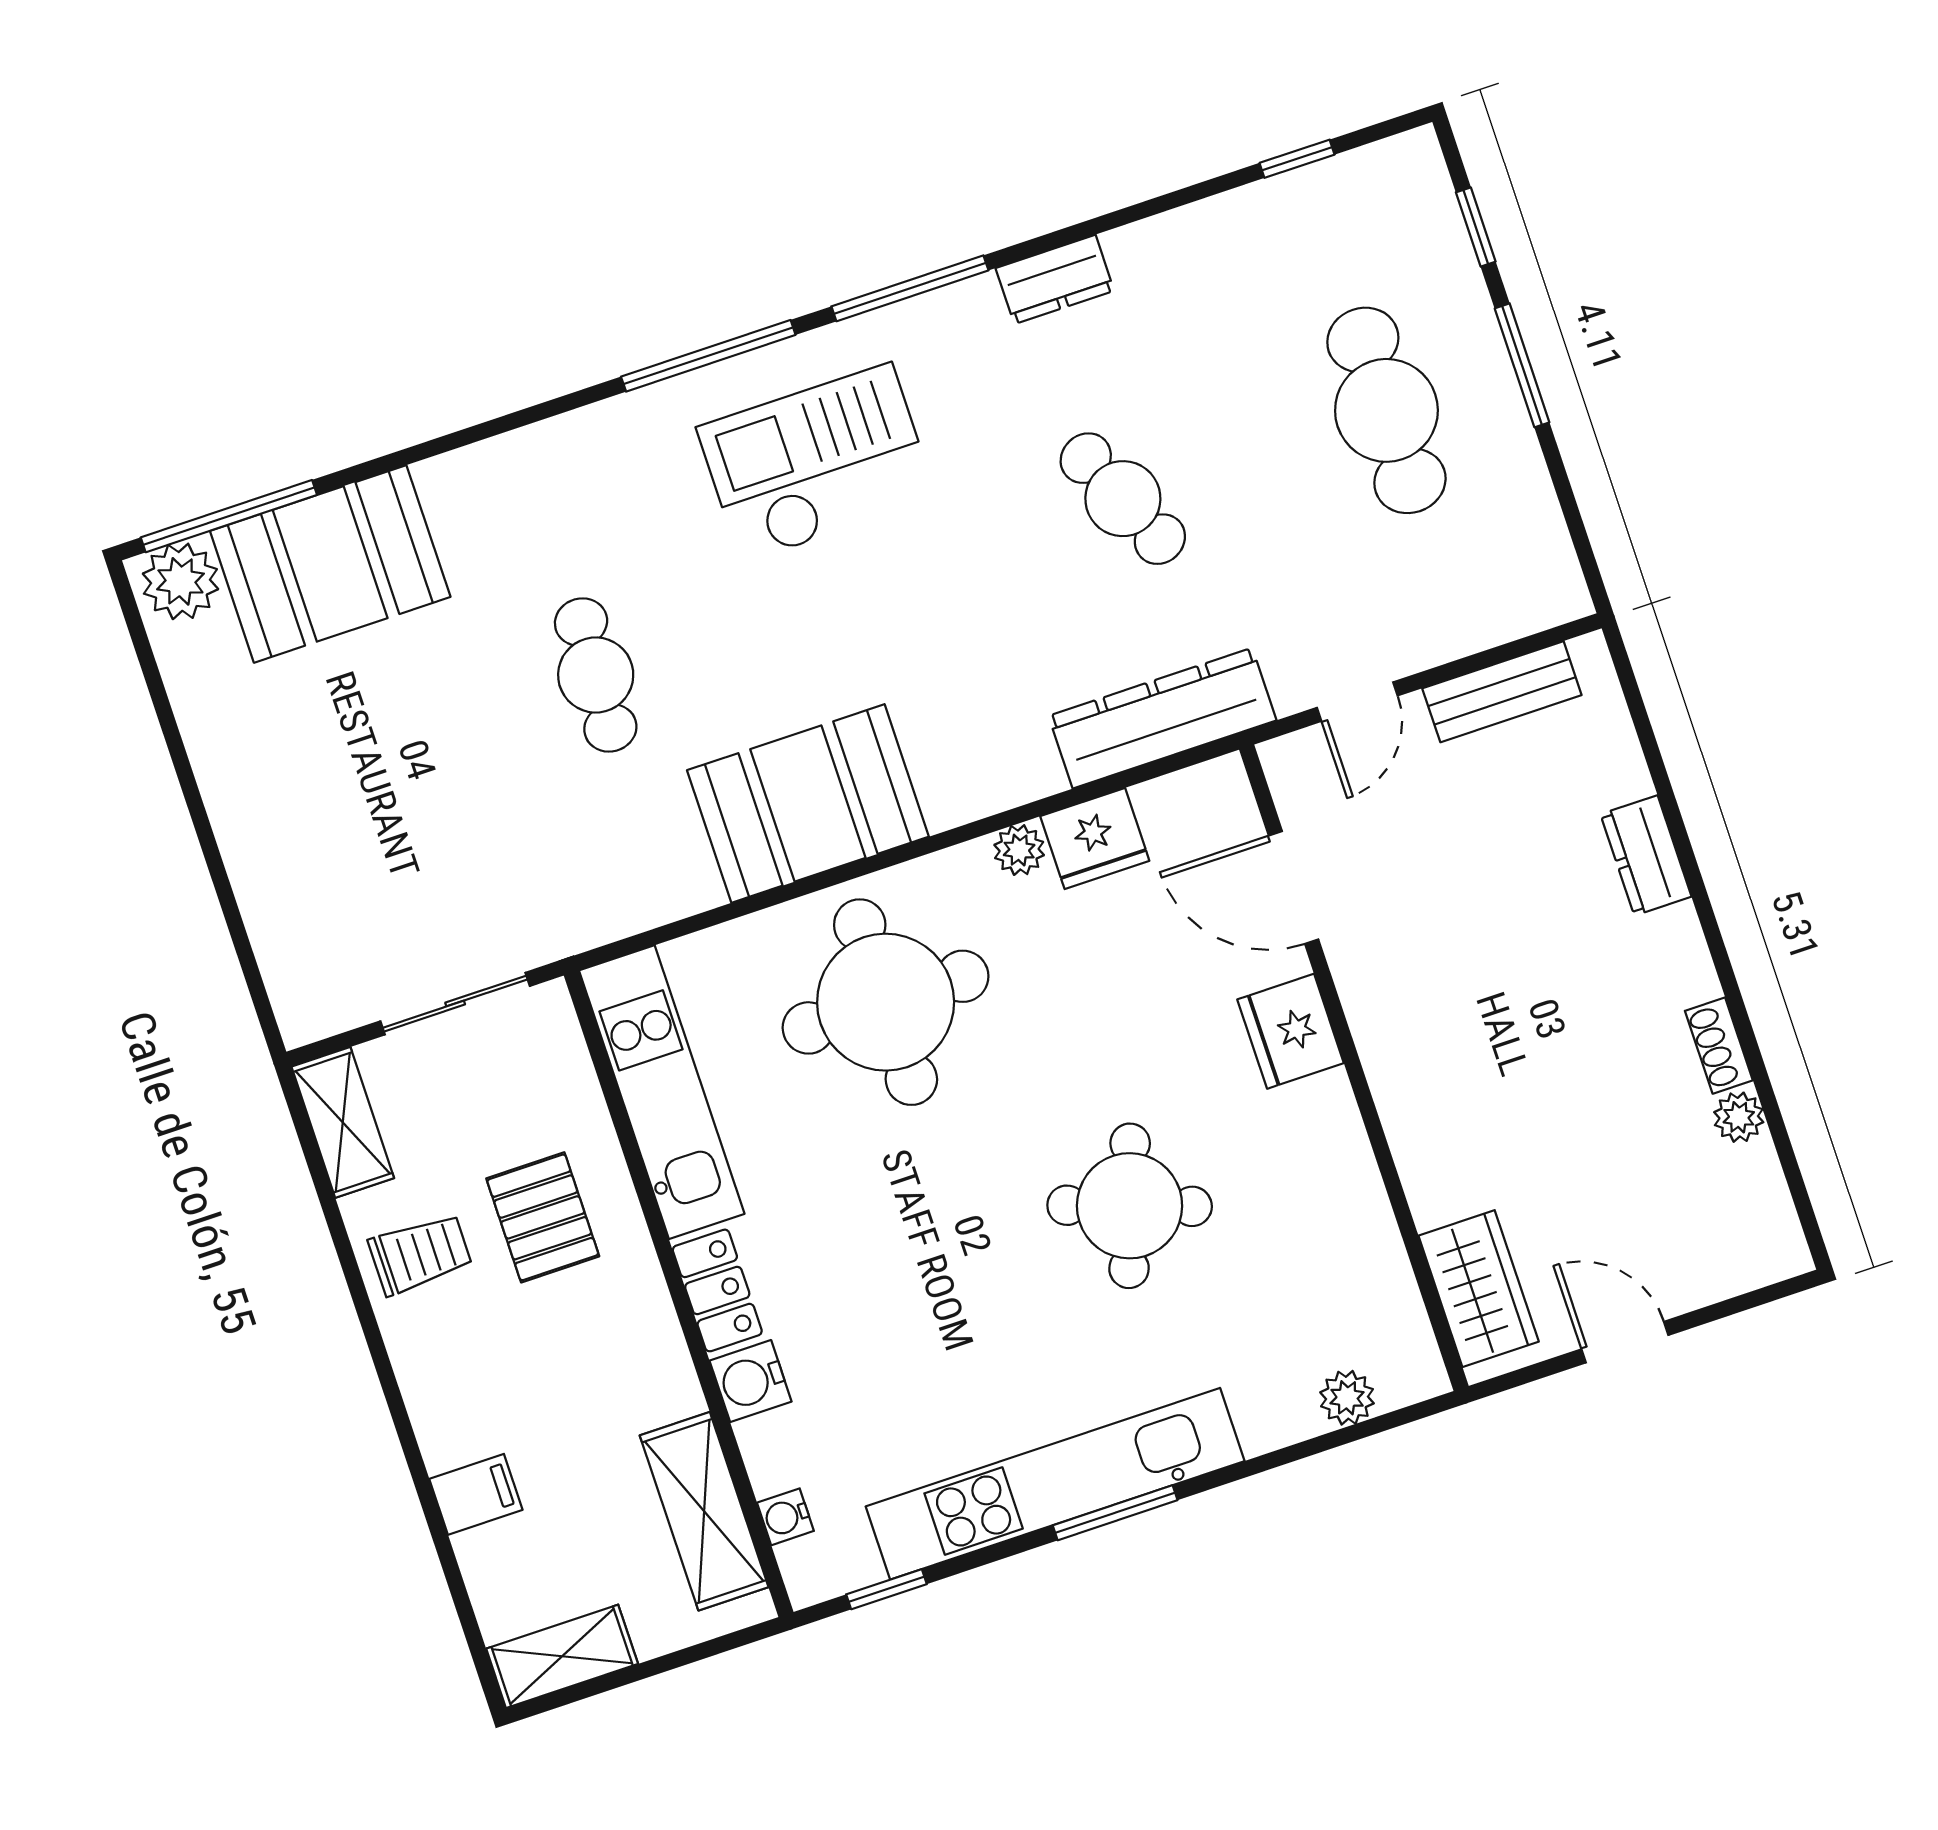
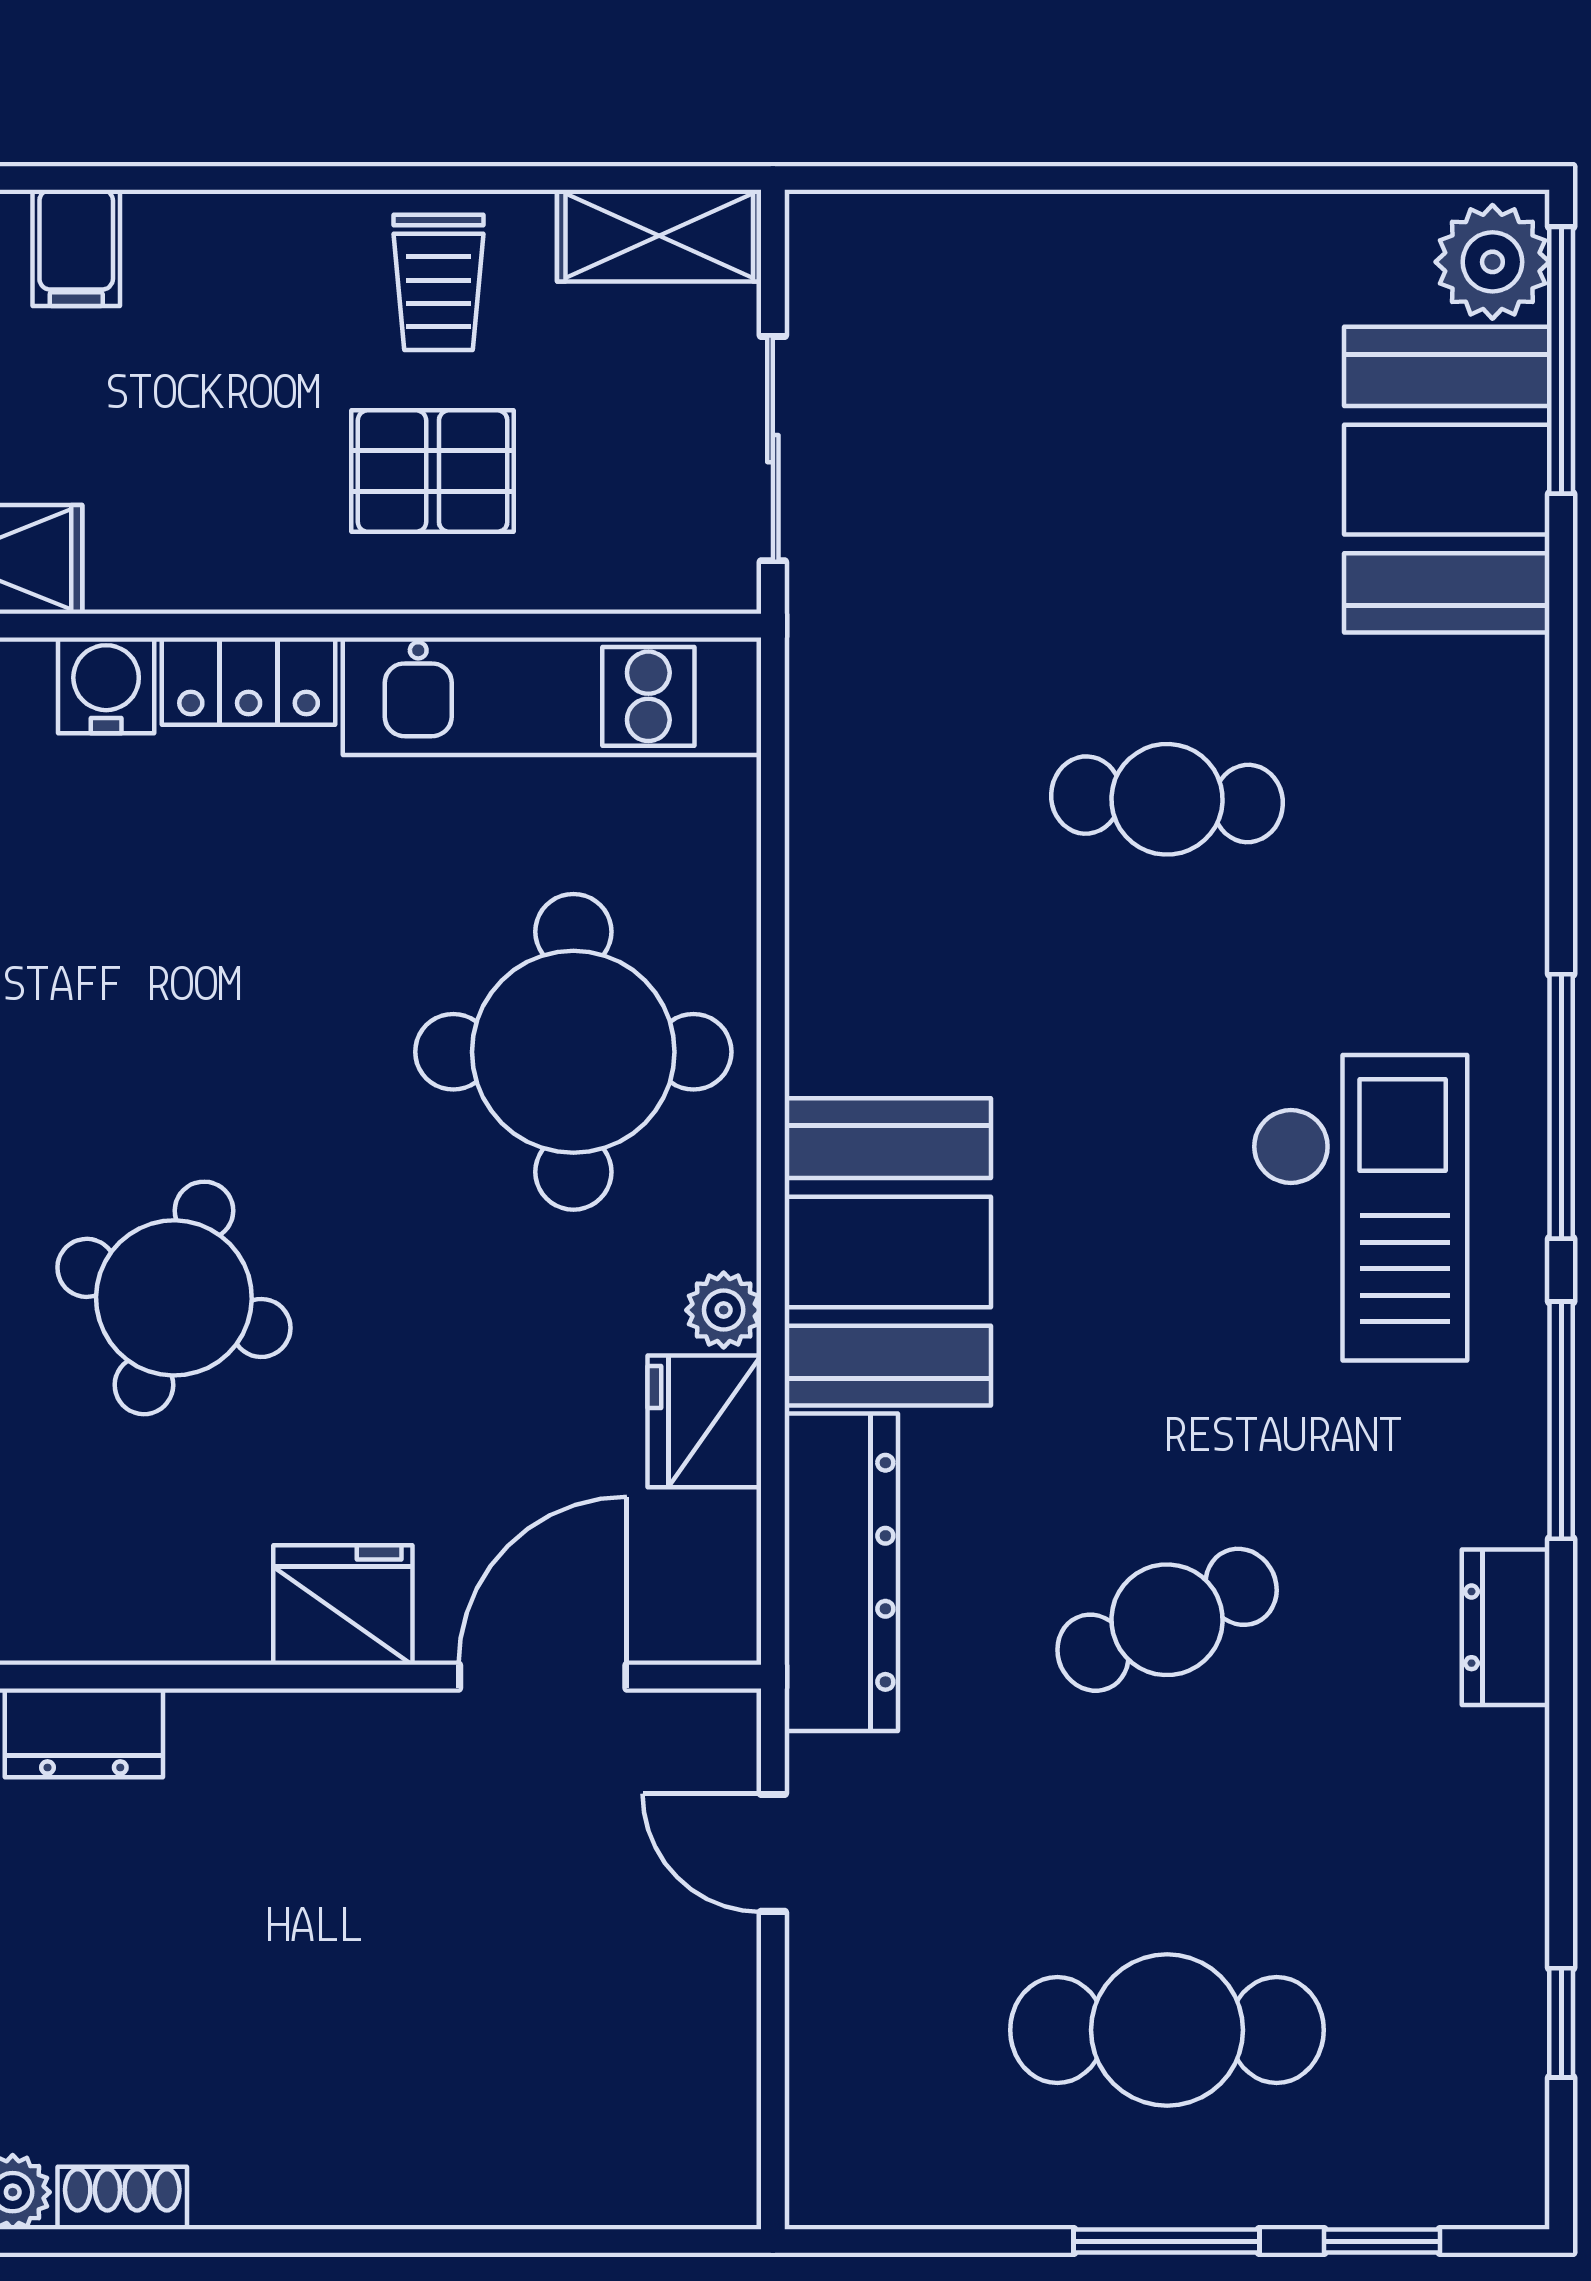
bench: (1502, 692) -> (719, 2060), removed
booth: (808, 803) -> (888, 1252), moved
dresser: (1646, 855) -> (84, 1733), moved, turned 180

